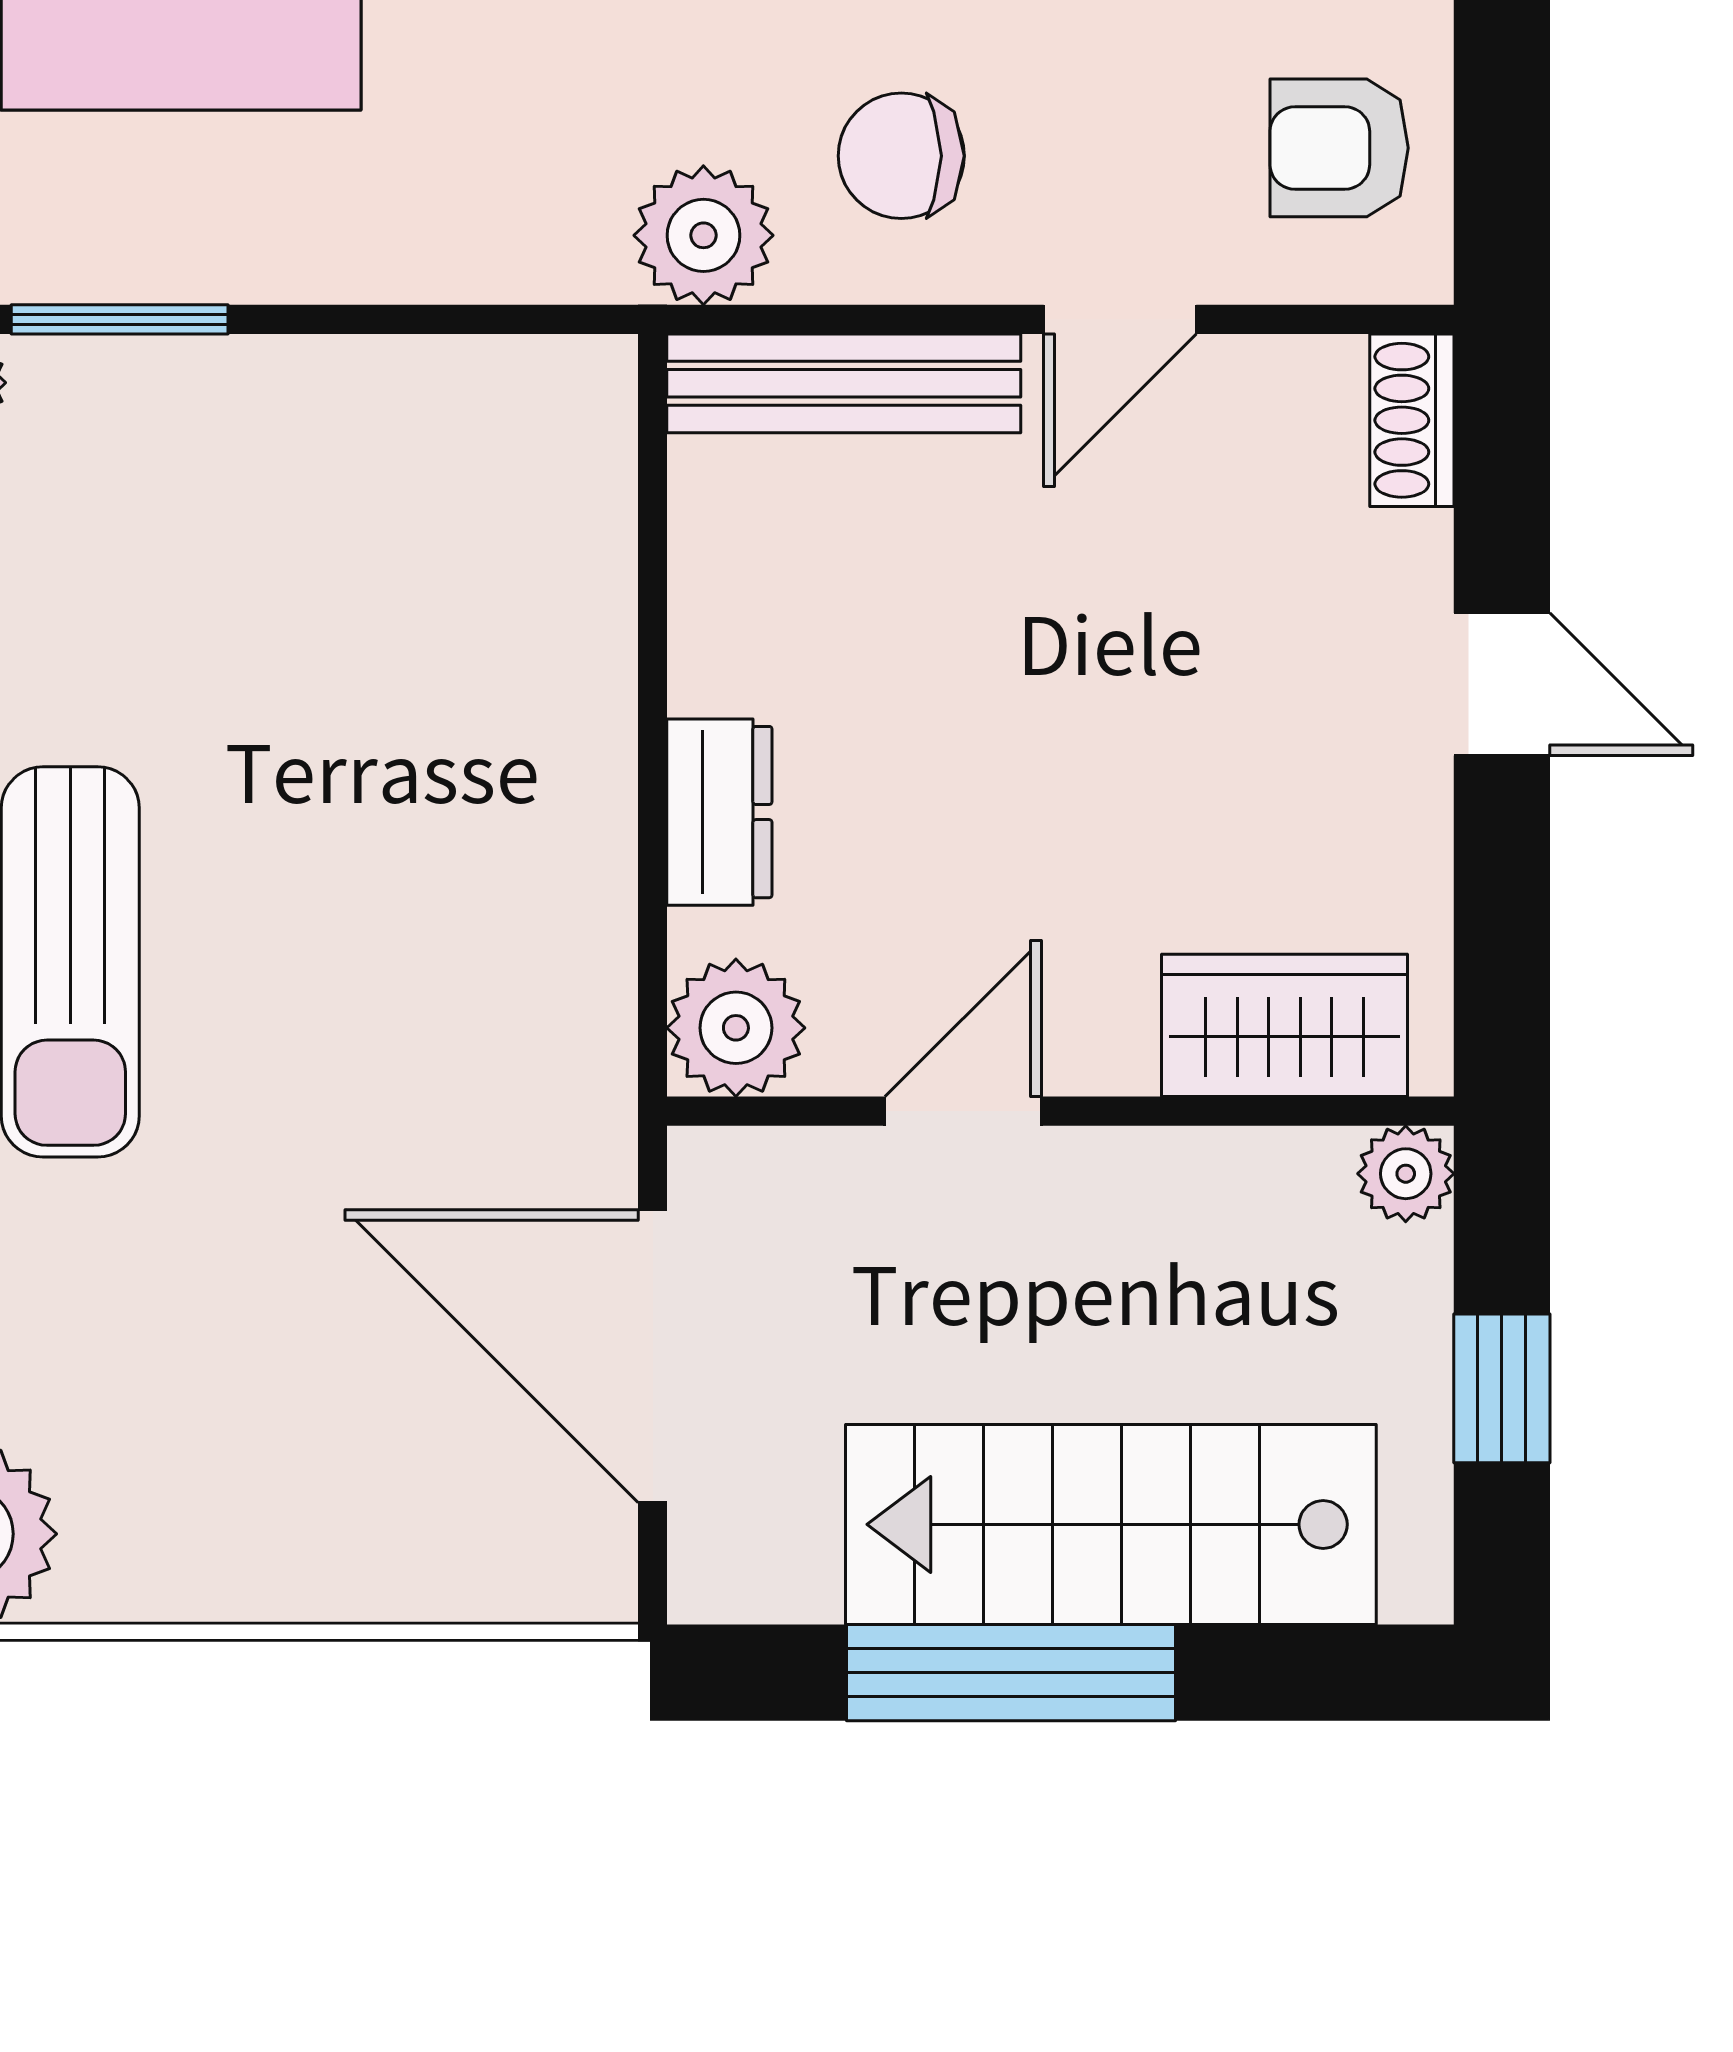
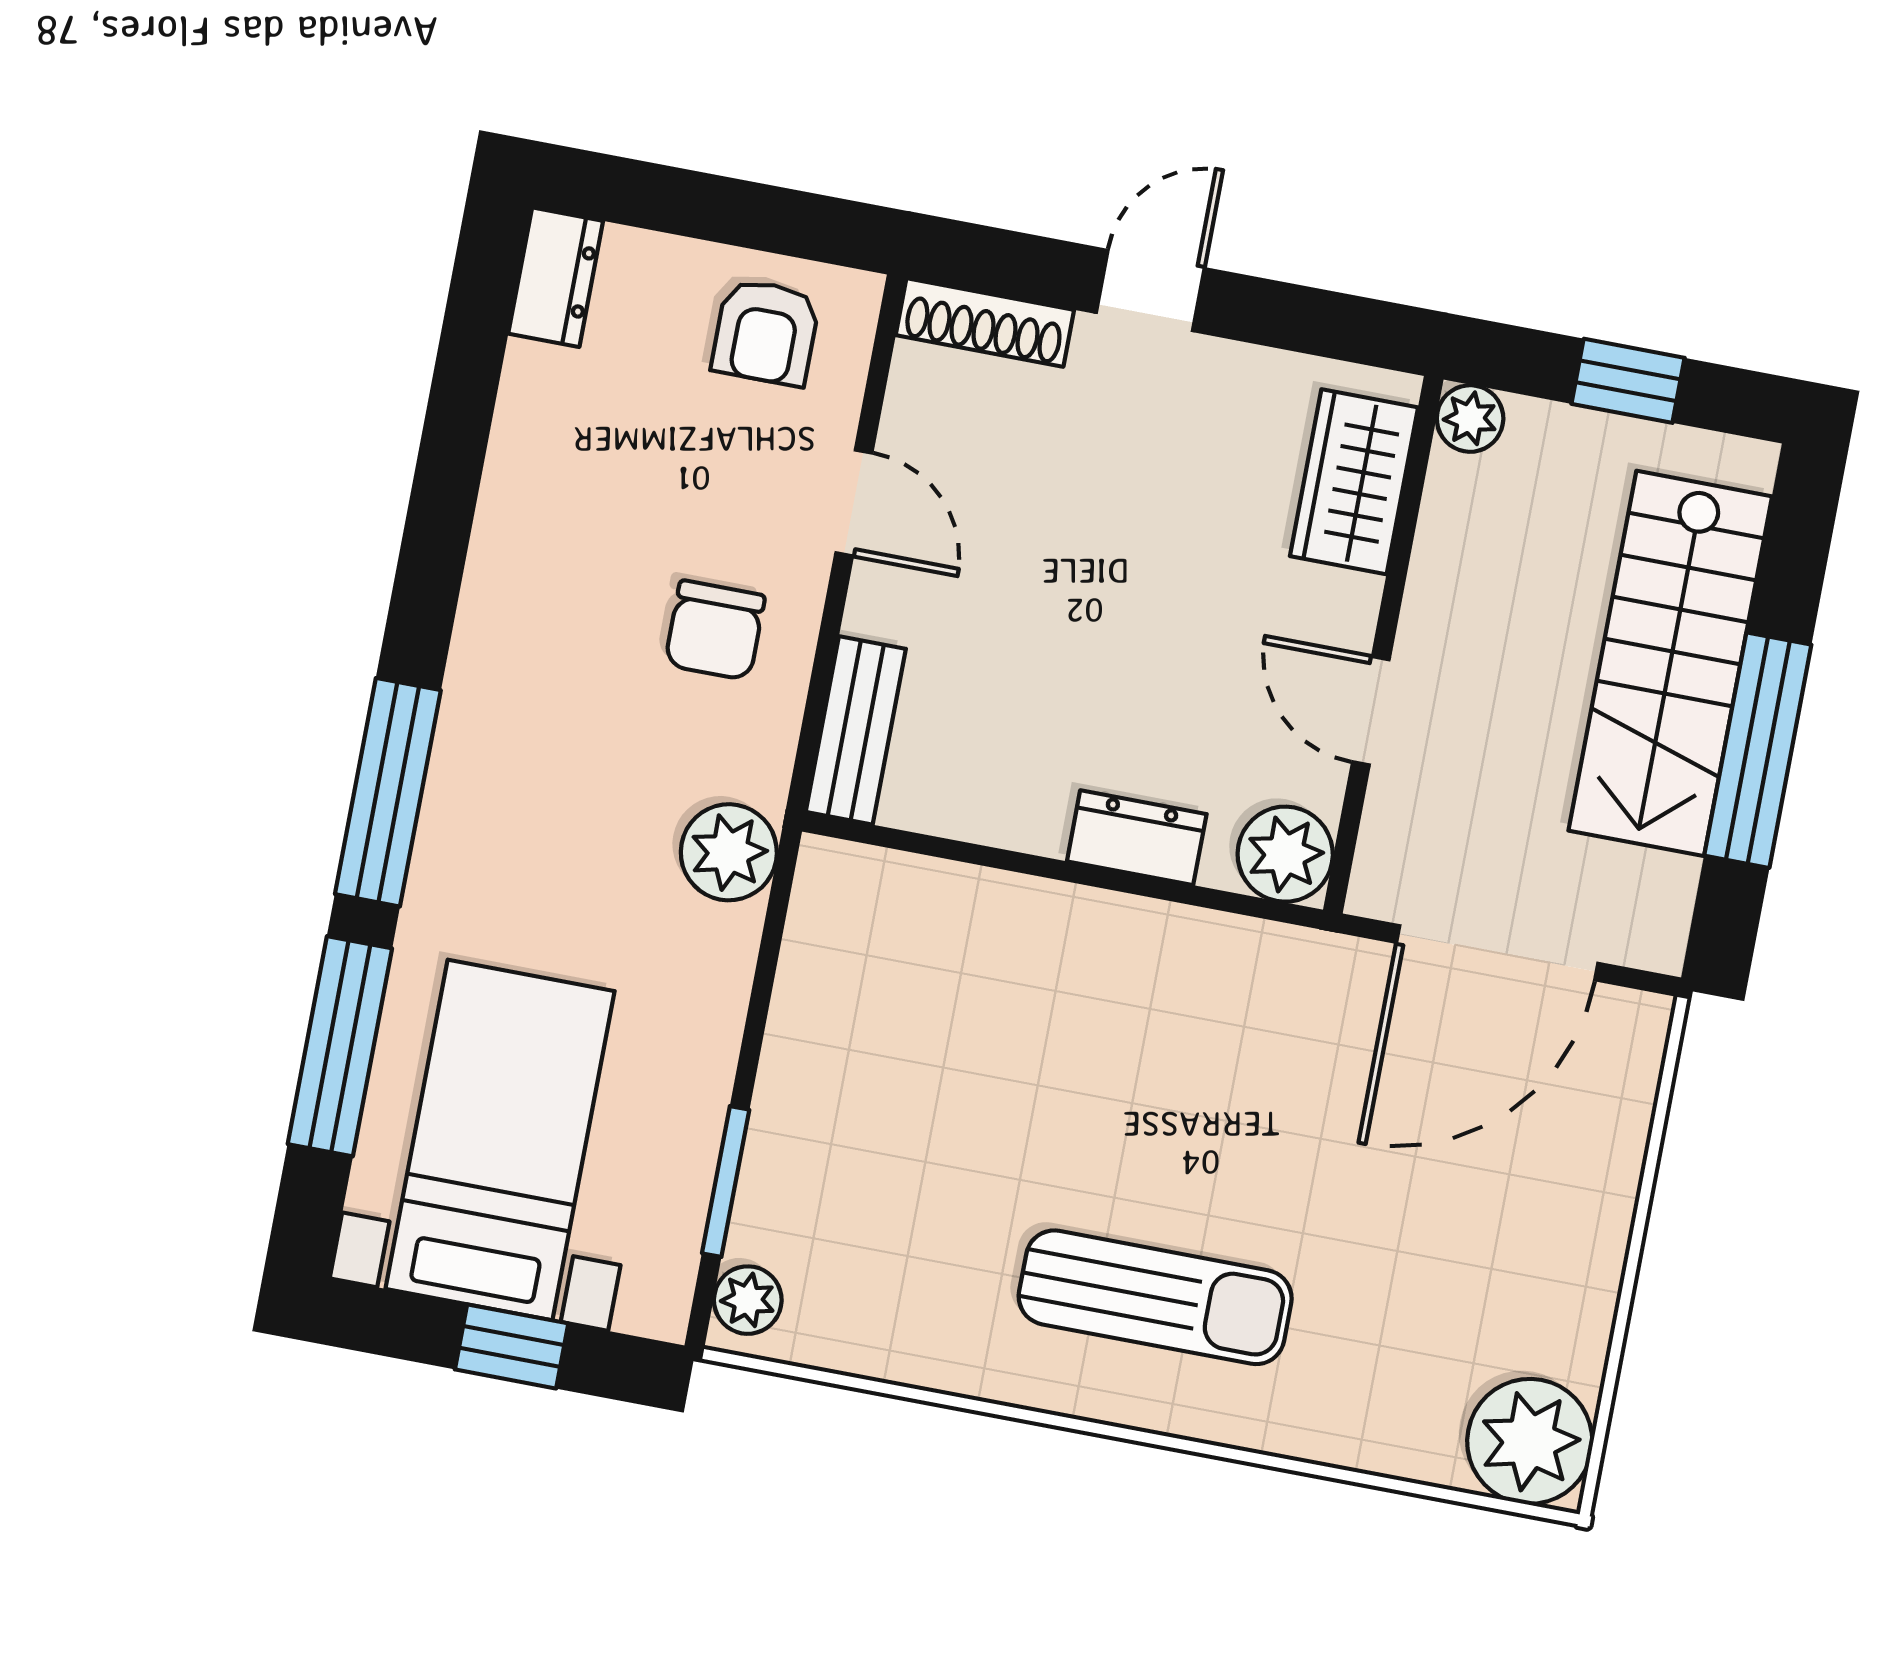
plant: (703, 235) -> (729, 852), moved
bench: (844, 383) -> (856, 730), width x0.73
shoe rack: (1412, 420) -> (985, 322), width x1.43

